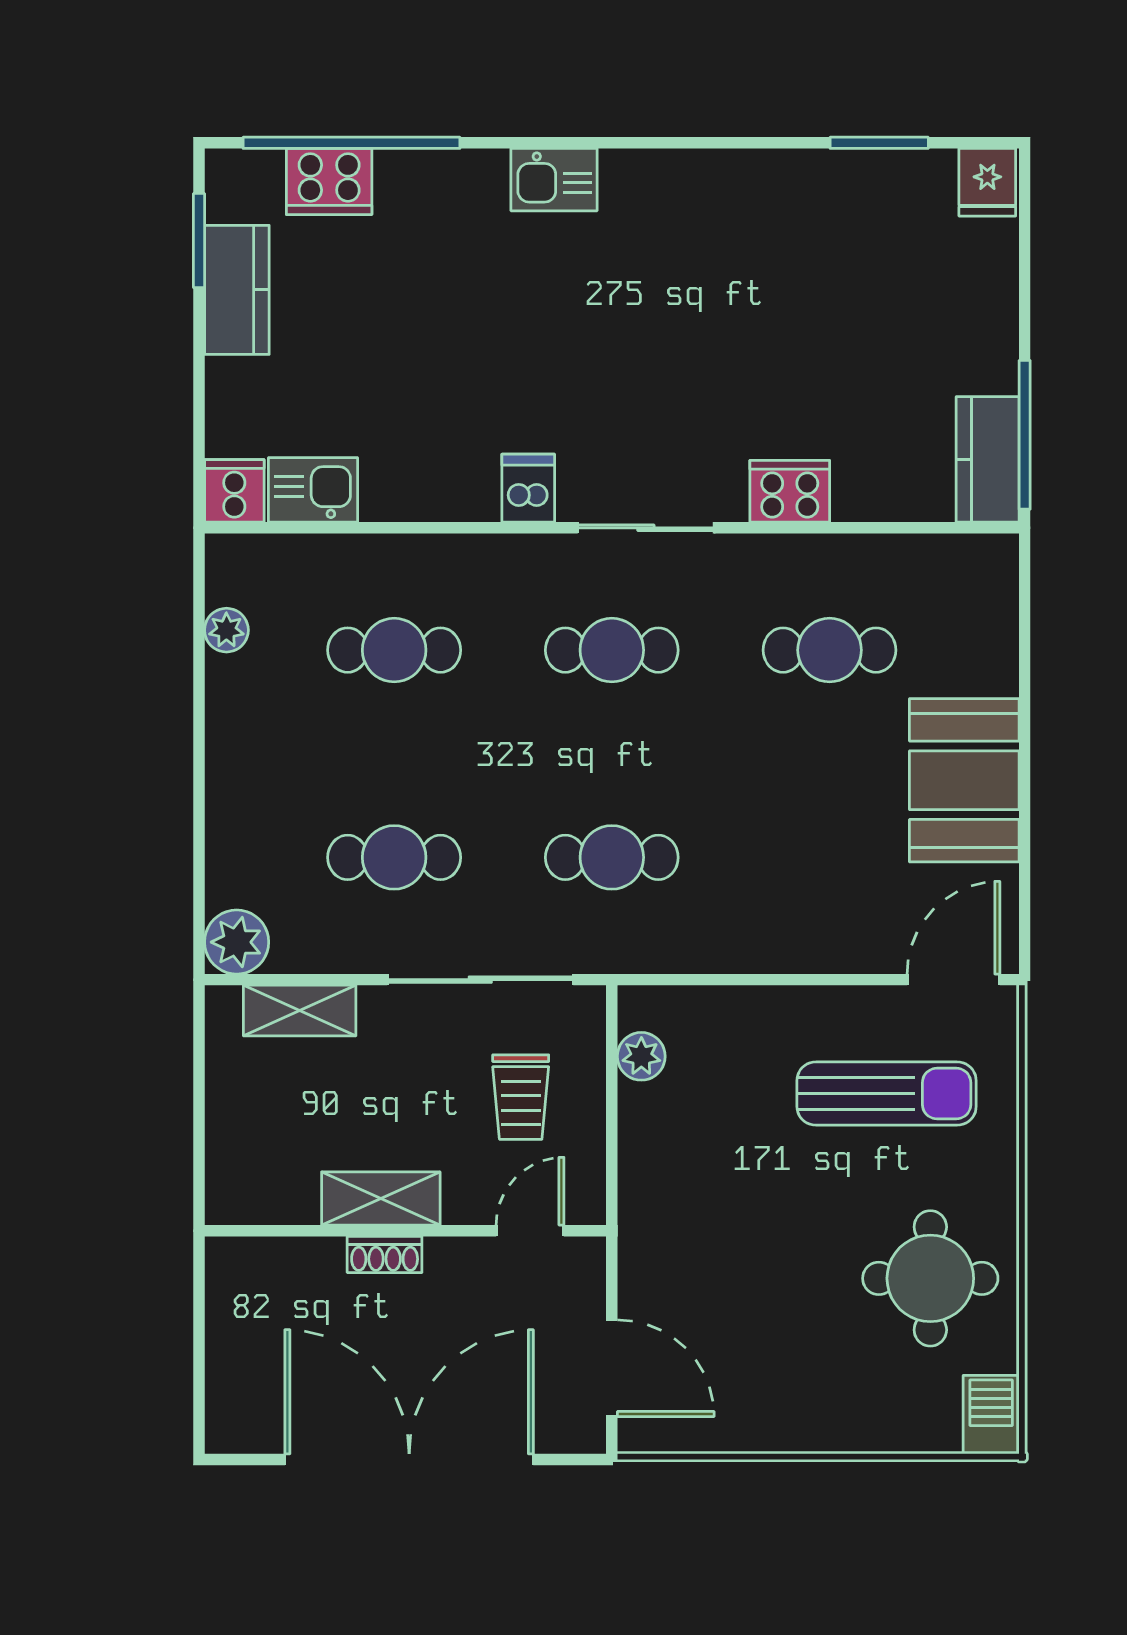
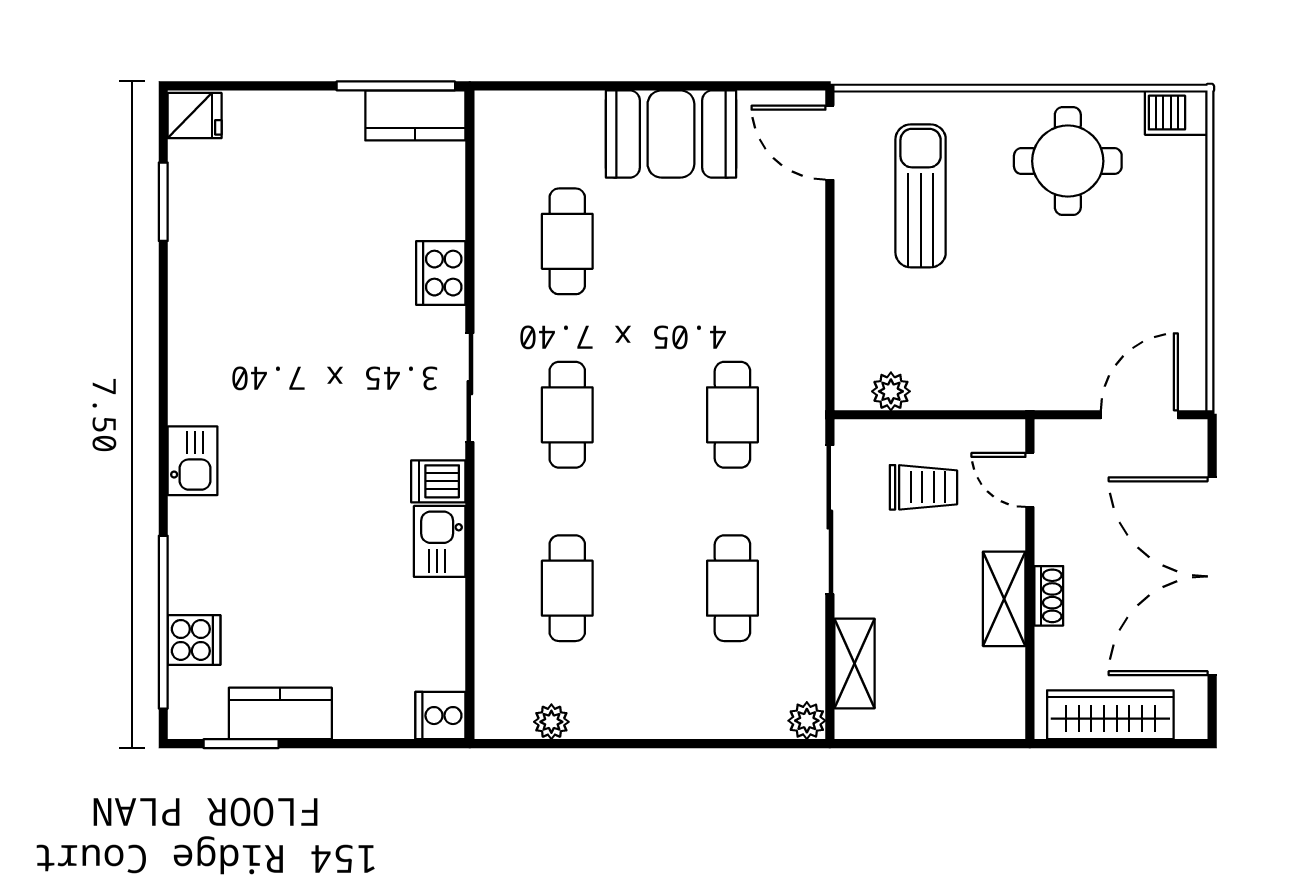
cooker: (329, 181) -> (194, 640), width x0.73
kitchen sink: (313, 490) -> (440, 541), moved
plant: (237, 942) -> (807, 721), width x0.73, depth x0.73
wardrobe: (235, 1332) -> (1110, 715), added

